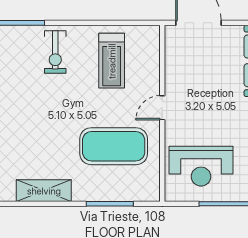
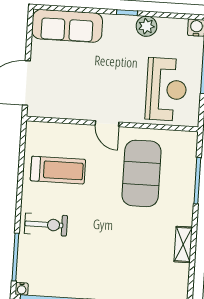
shelving: (44, 191) -> (183, 244), width x0.67, depth x0.75

